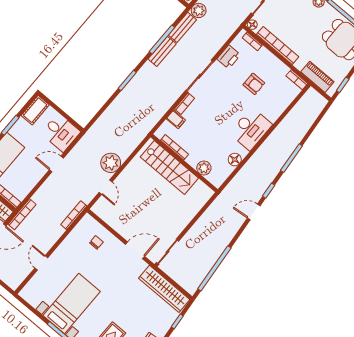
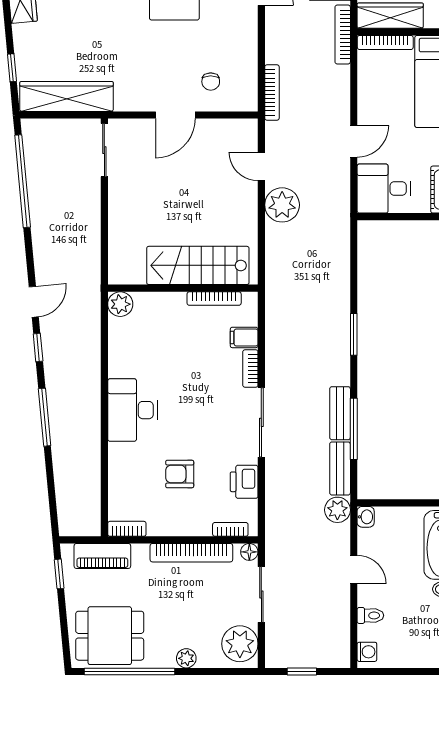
floor lamp: (235, 160) -> (119, 351), removed
plant: (204, 168) -> (120, 304), moved
door: (135, 250) -> (175, 115), moved

